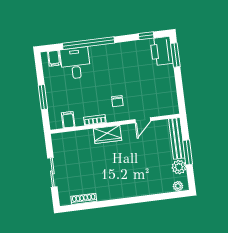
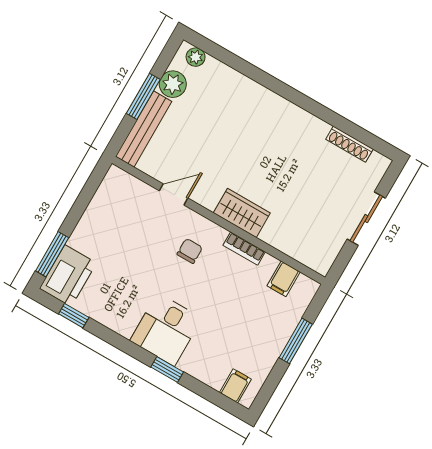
window: (89, 43) -> (167, 370), width x0.32
desk: (75, 63) -> (166, 330), moved

